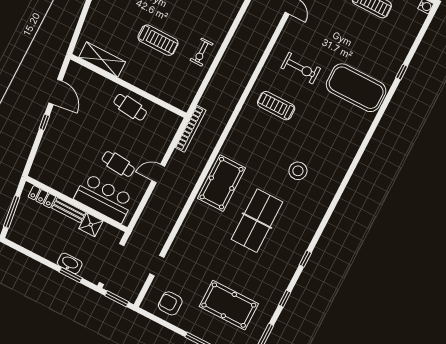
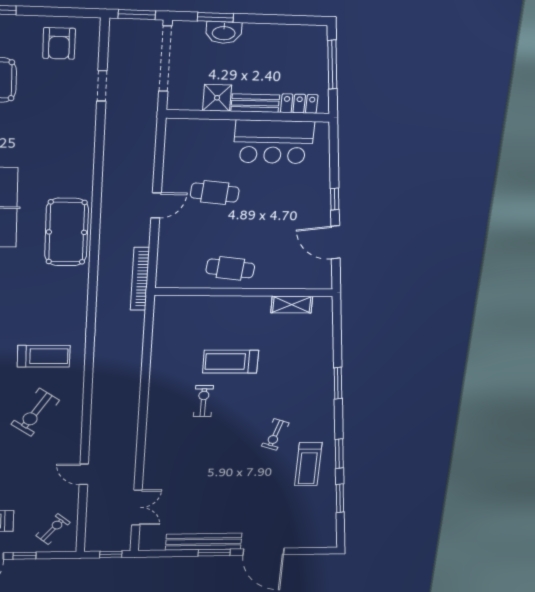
exercise bike: (202, 52) -> (203, 401), moved
shelving: (102, 60) -> (292, 305), width x0.67, depth x0.75
exercise bike: (301, 68) -> (35, 412), turned -56
bar counter: (104, 198) -> (274, 142), moved
armchair: (170, 303) -> (59, 43), turned 90

